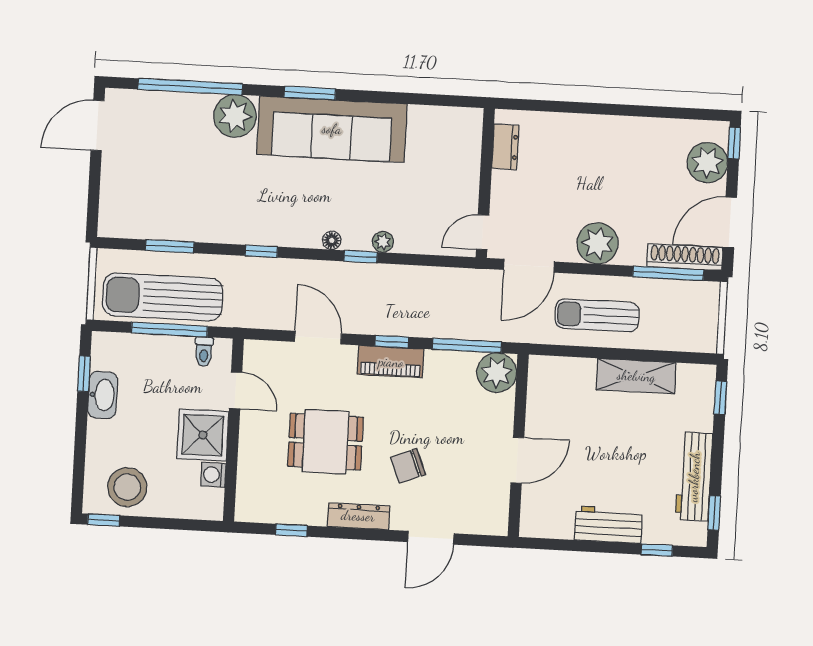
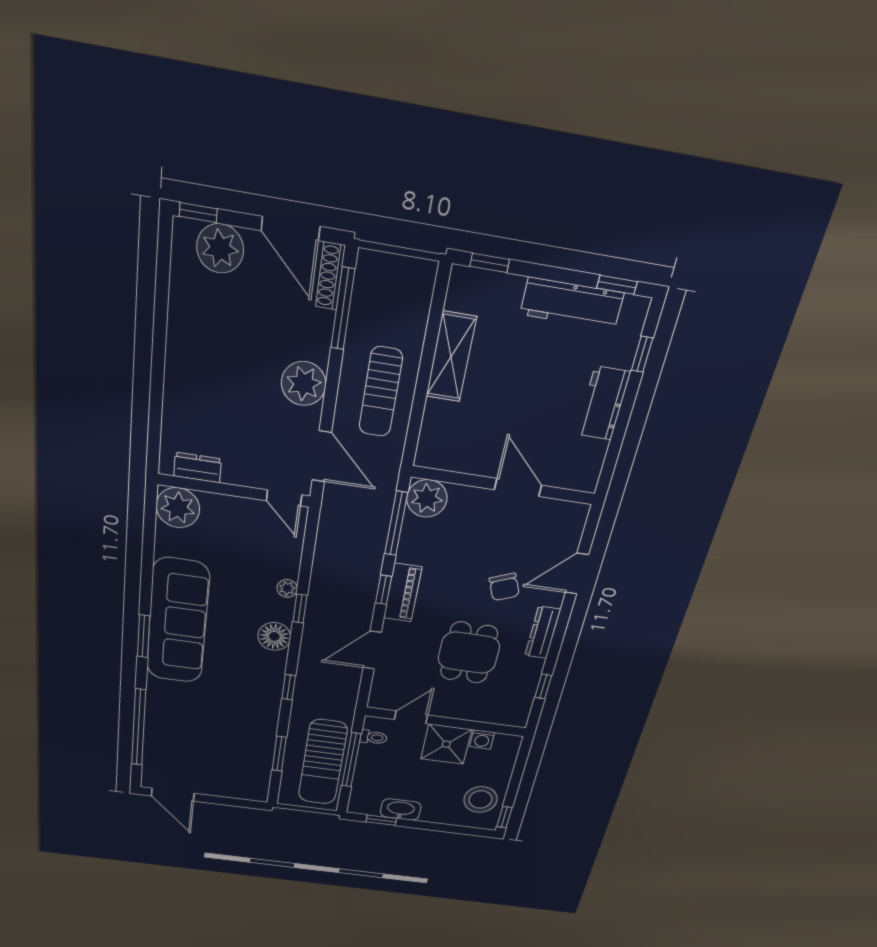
plant: (235, 116) -> (178, 508), moved
floor lamp: (332, 240) -> (274, 636), width x1.89, depth x1.89
shoe rack: (685, 257) -> (330, 276), width x0.74, depth x0.81
door: (431, 538) -> (577, 574), swing flipped

